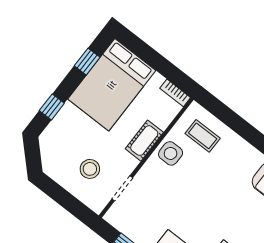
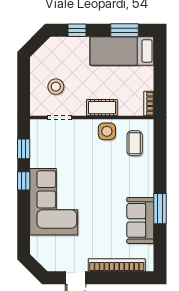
window: (87, 62) -> (124, 30), width x1.50
bed: (112, 85) -> (122, 51), width x0.67

